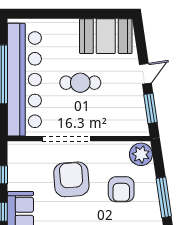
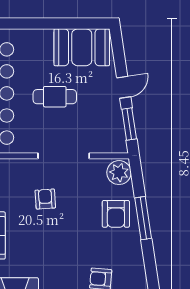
doorway: (66, 139) -> (64, 156), moved
armchair: (71, 179) -> (45, 199), width x0.53, depth x0.53
armchair: (121, 189) -> (116, 214), moved

